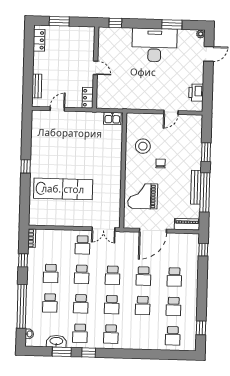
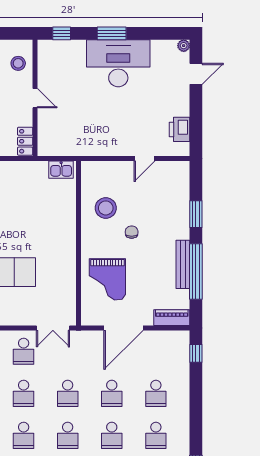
window: (172, 24) -> (112, 33), moved
stool: (84, 43) -> (18, 63), added
grand piano: (143, 196) -> (107, 279), turned -90

